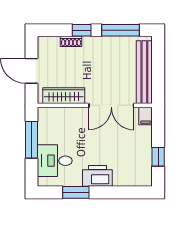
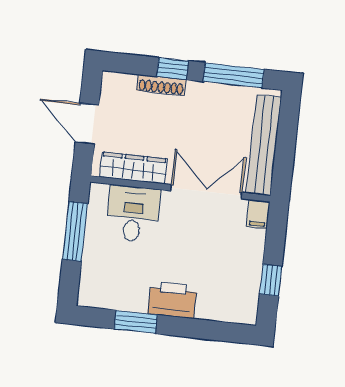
shoe rack: (71, 41) -> (161, 85), width x1.43
double door: (111, 105) -> (206, 192), swing flipped
desk: (55, 161) -> (133, 214), moved, turned 90

